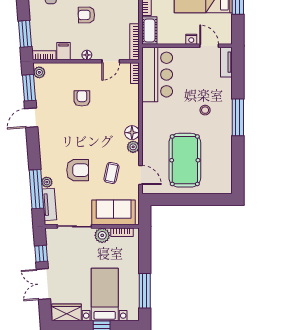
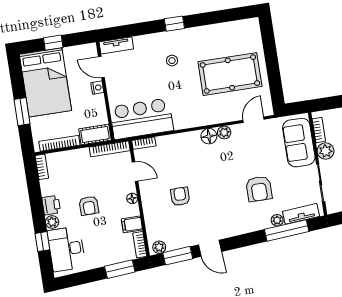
door: (209, 46) -> (101, 67), hinge flipped
armchair: (82, 98) -> (180, 196), turned 90
window: (238, 117) -> (174, 24), width x0.46
armchair: (78, 170) -> (259, 189), turned 180
coffee table: (111, 173) -> (256, 152), removed

